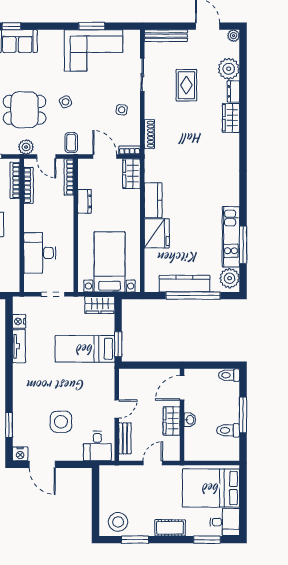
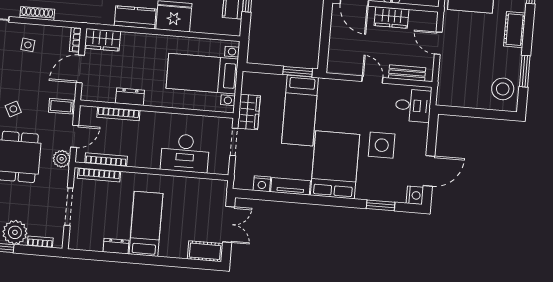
shoe rack: (149, 134) -> (37, 13), moved
bookcase: (69, 177) -> (118, 114), moved
wardrobe: (100, 305) -> (249, 112), moved
bed: (41, 383) -> (335, 165), added

